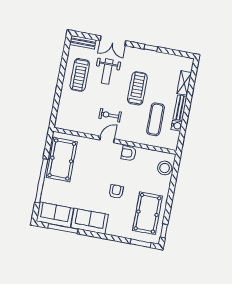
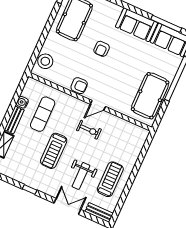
weight bench: (107, 71) -> (81, 176), turned 180

